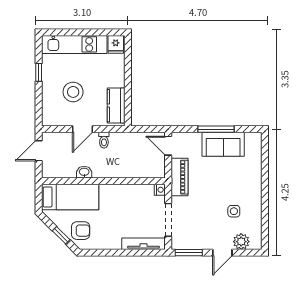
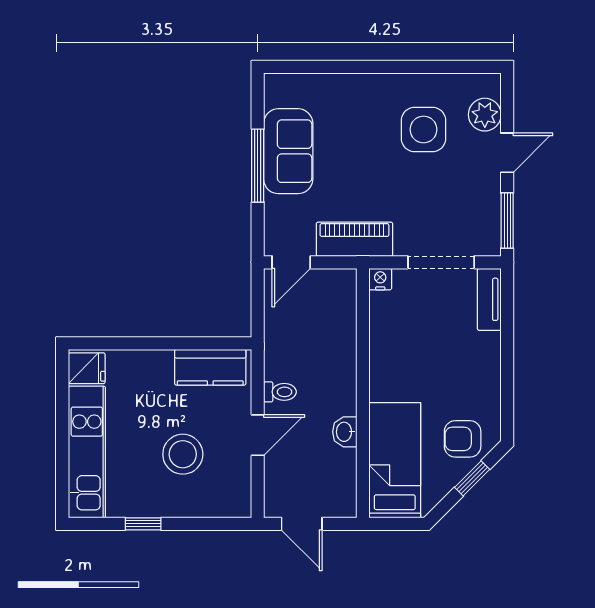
door: (83, 129) -> (258, 435), hinge flipped
side table: (234, 211) -> (424, 129), width x1.87, depth x1.87
armchair: (81, 231) -> (463, 439), turned -90
tv unit: (143, 244) -> (489, 299), width x0.71
door: (222, 253) -> (507, 153), hinge flipped

